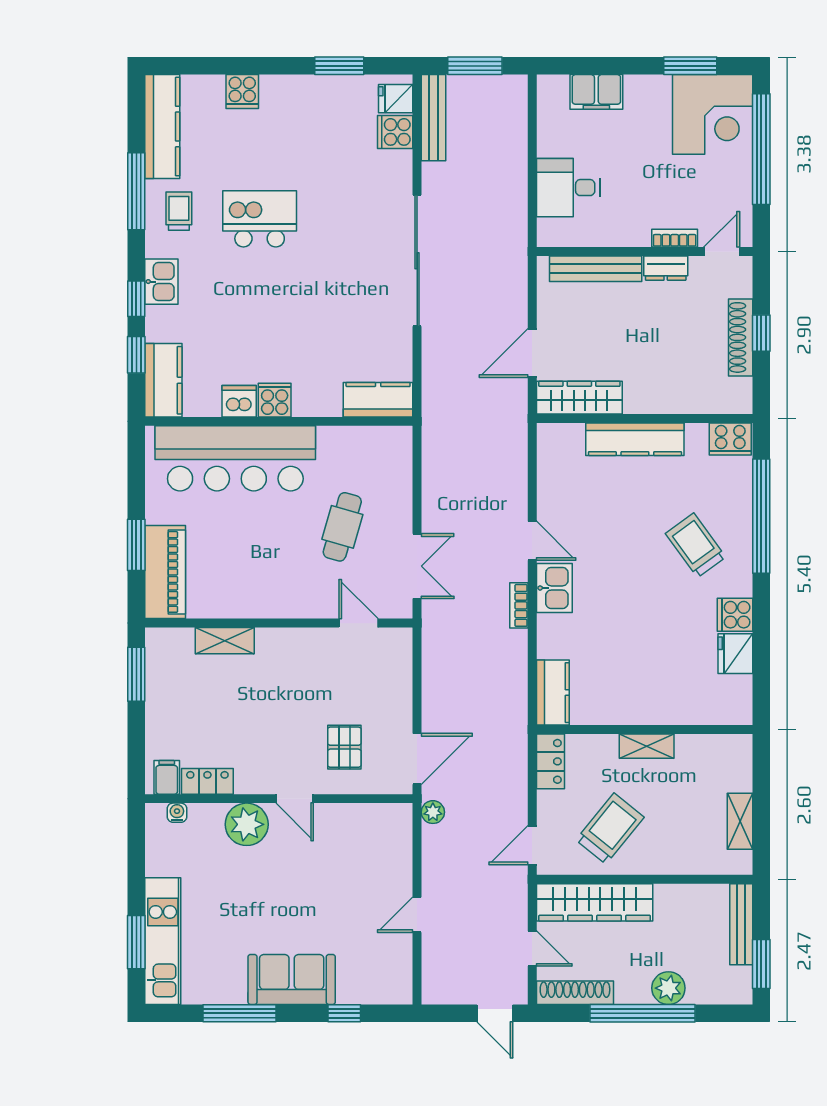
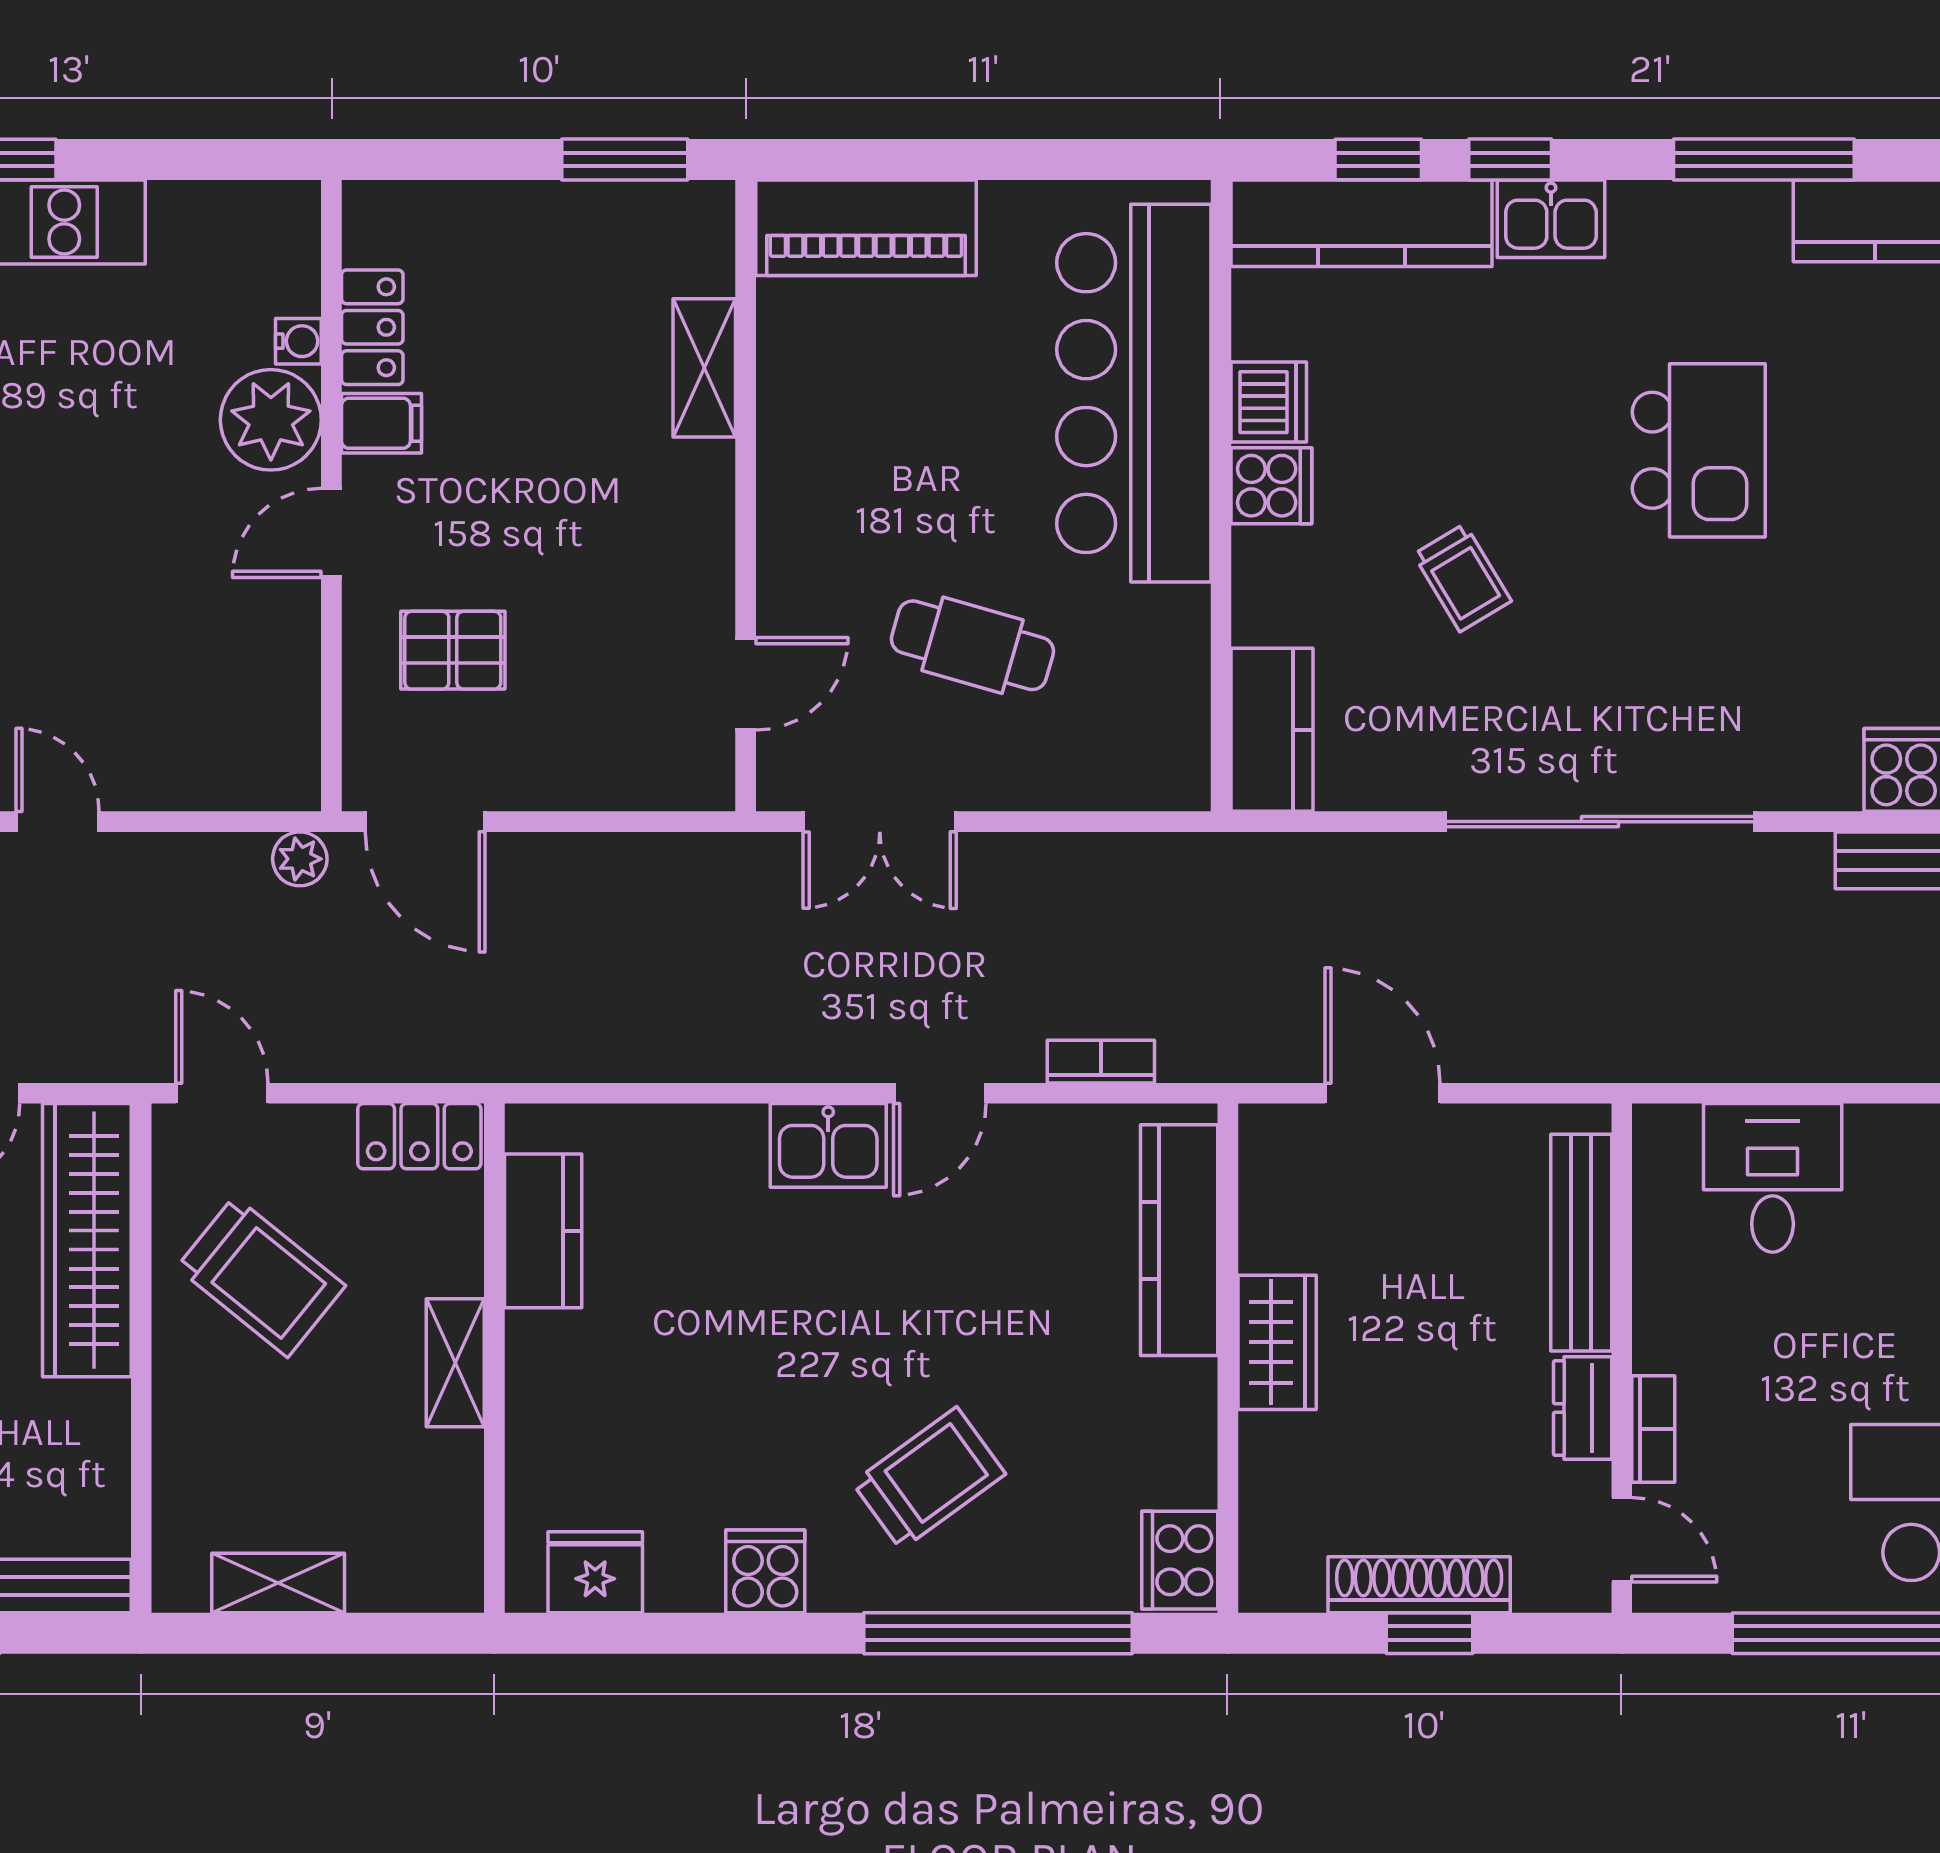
trolley: (179, 211) -> (1462, 578), moved, turned 59
kitchen counter: (163, 380) -> (1362, 223), width x1.50
wardrobe: (579, 398) -> (1277, 1342), moved, width x0.67
kitchen counter: (635, 439) -> (1179, 1240), moved
window: (136, 545) -> (930, 159), removed
bookcase: (519, 605) -> (1101, 1062), moved
fridge: (735, 654) -> (595, 1572), moved
kitchen counter: (553, 693) -> (543, 1231), moved, turned -90
filing cabinet: (167, 777) -> (382, 423), moved
water cooler: (177, 813) -> (298, 341), moved

